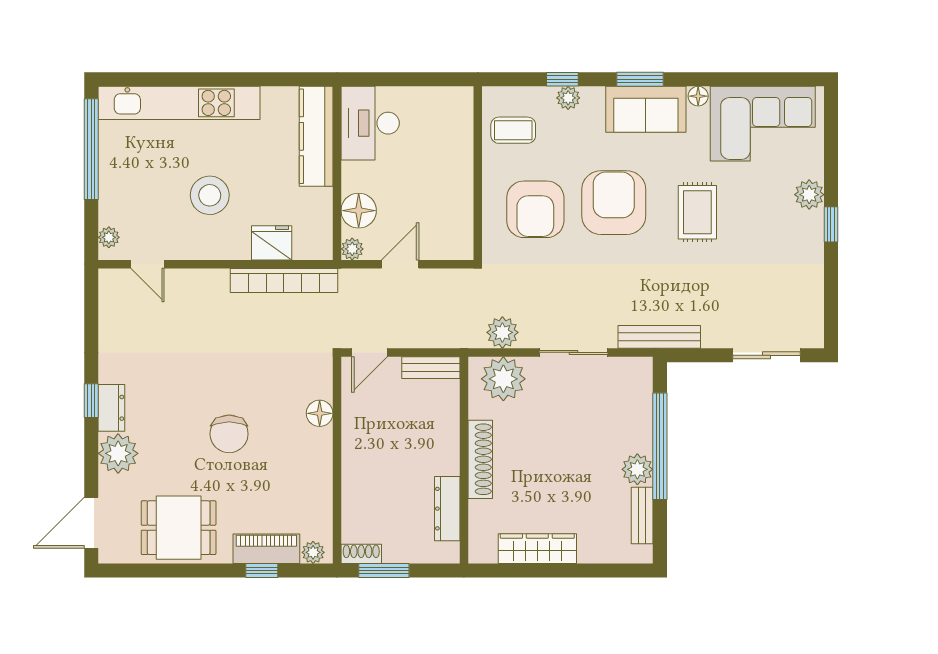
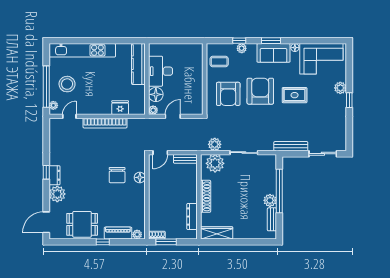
desk: (370, 123) -> (160, 71), moved
window: (91, 149) -> (46, 87), moved
stool: (210, 195) -> (67, 84), moved
rug: (697, 212) -> (295, 95), turned 90
door: (148, 264) -> (69, 116), swing flipped
bookcase: (284, 280) -> (105, 123), moved
bench: (659, 337) -> (291, 146), moved
chair: (229, 434) -> (117, 175), moved
wardrobe: (537, 549) -> (217, 233), moved
window: (262, 571) -> (103, 242), moved

